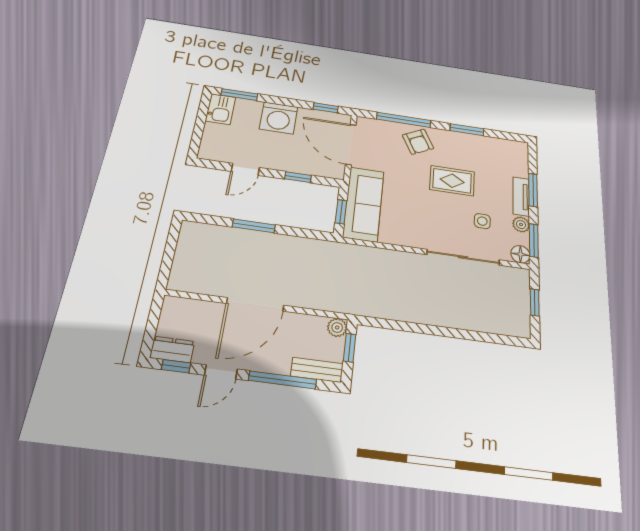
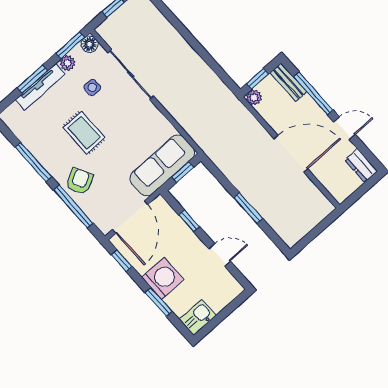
window: (239, 95) -> (159, 302), moved
window: (467, 130) -> (33, 162), width x1.44
tv unit: (521, 196) -> (40, 87), width x1.41
window: (176, 366) -> (367, 153), removed

